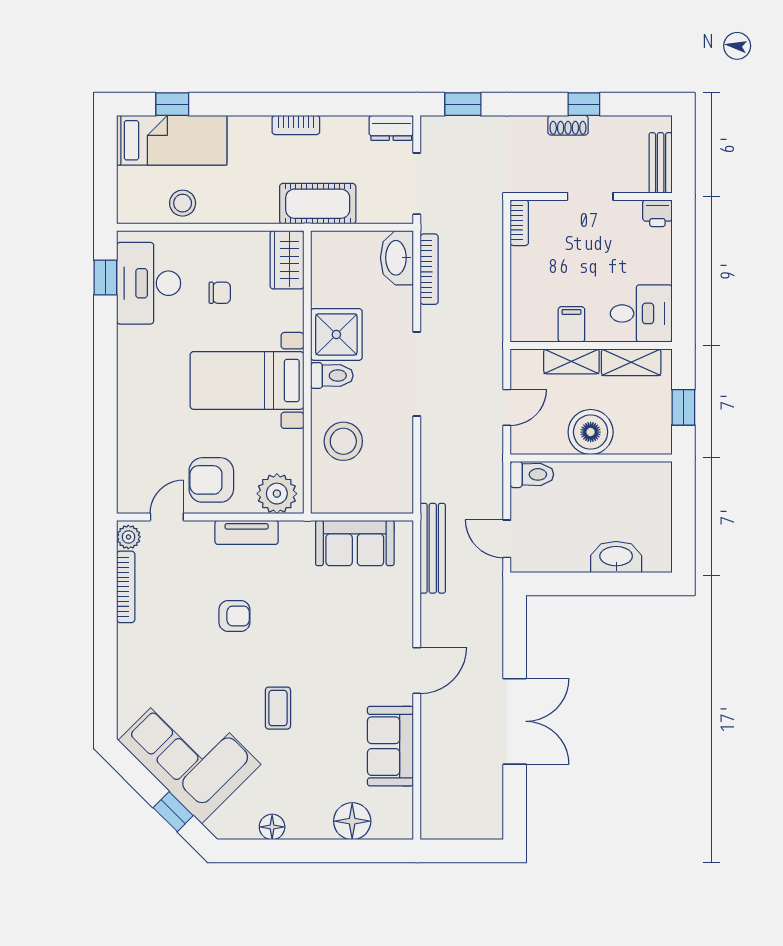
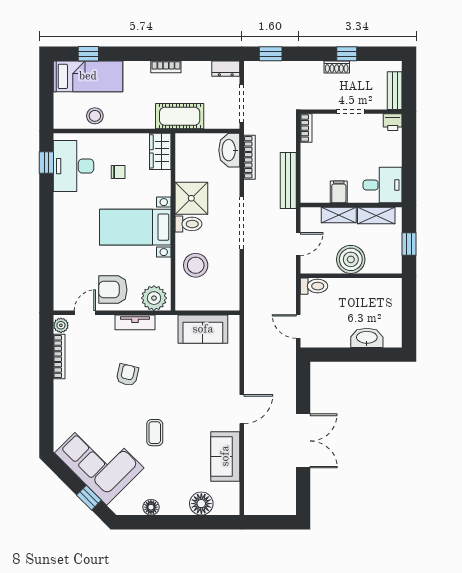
bench: (433, 548) -> (288, 180), moved
armchair: (234, 616) -> (127, 375), turned -77

